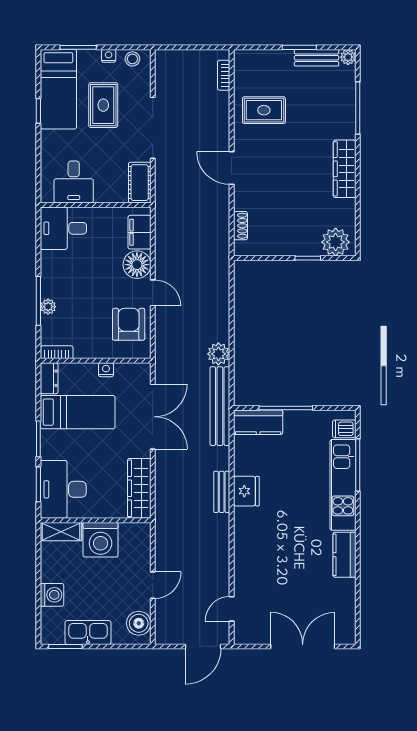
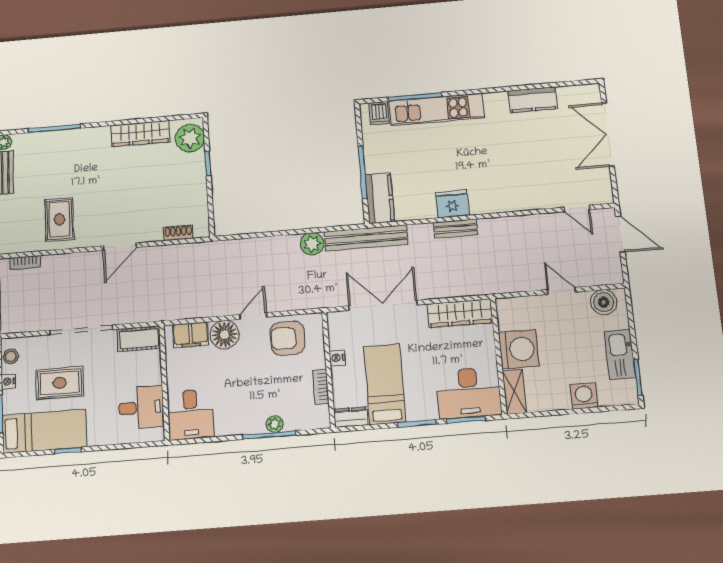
wardrobe: (345, 169) -> (140, 134), moved
bookcase: (57, 352) -> (321, 387), moved
kitchen counter: (344, 555) -> (533, 100), moved

